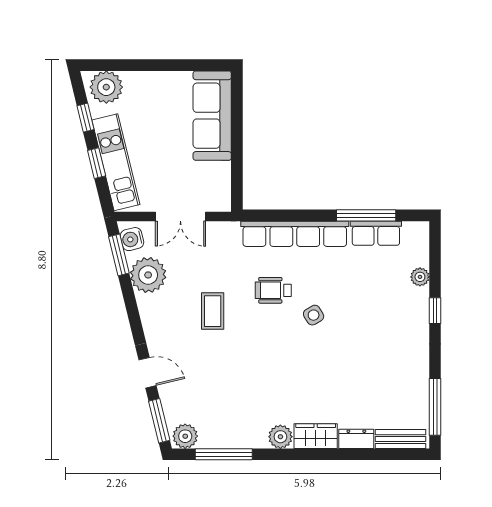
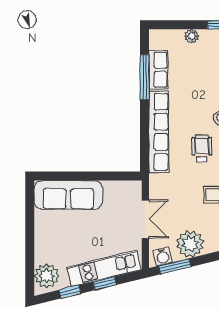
wheelchair: (273, 290) -> (202, 148), turned 180

